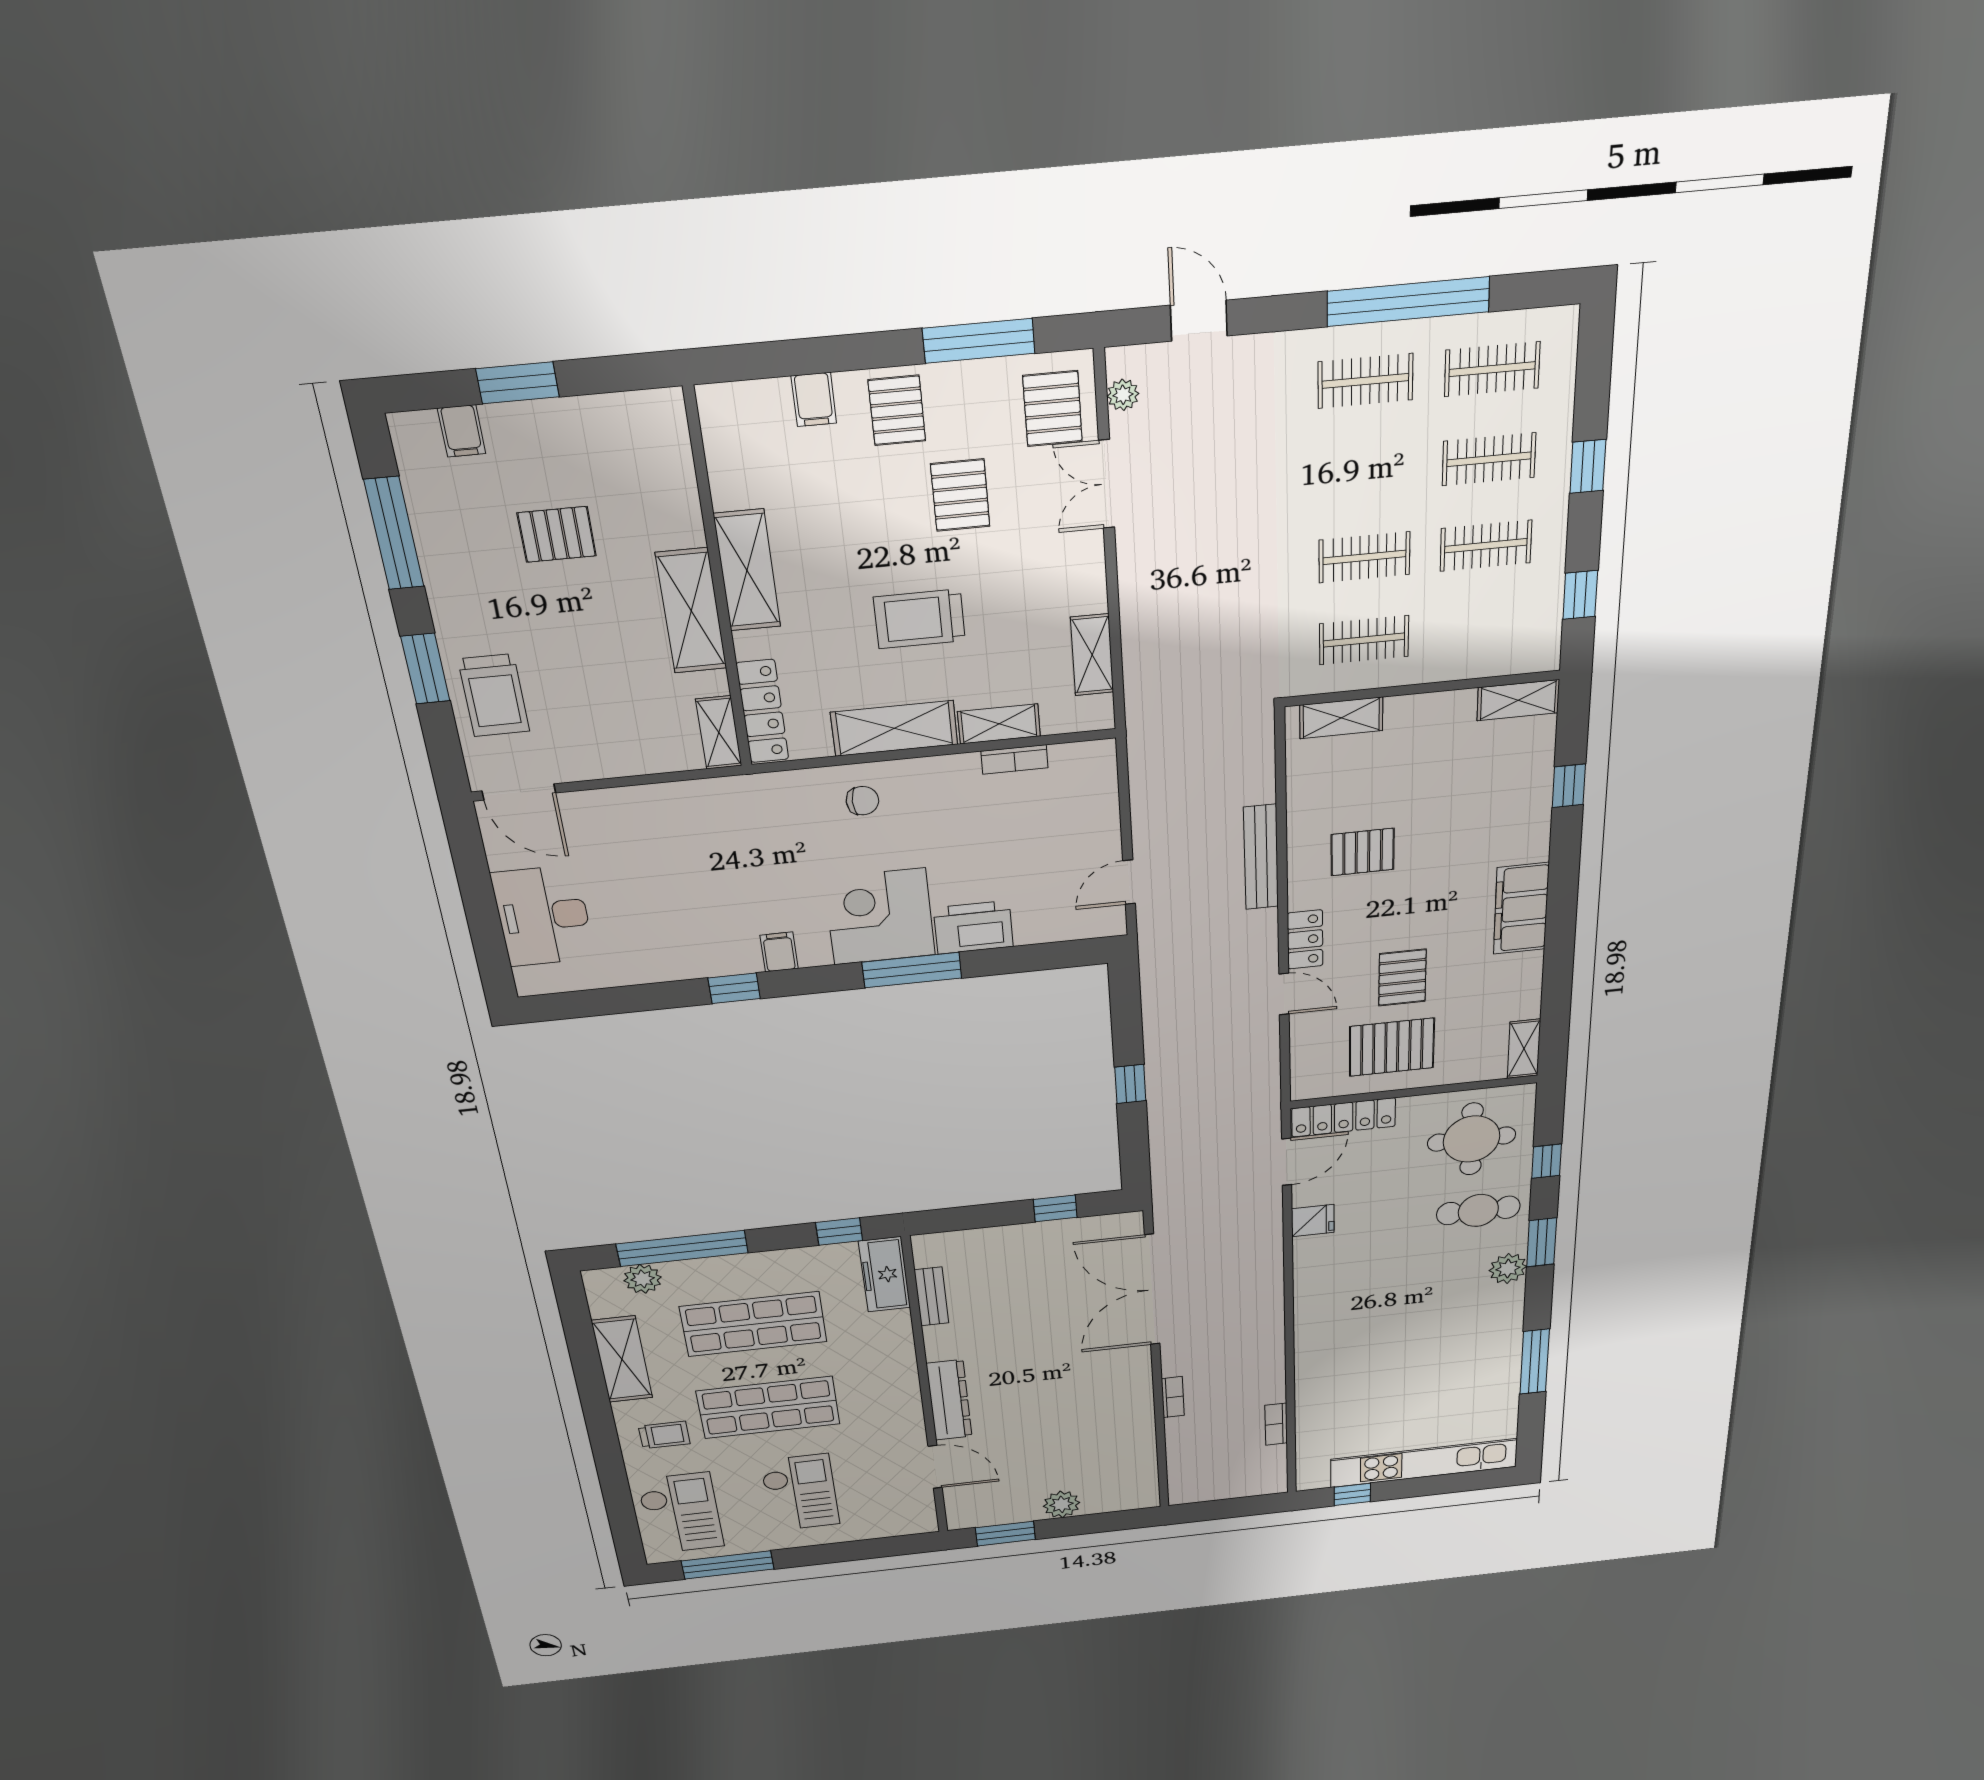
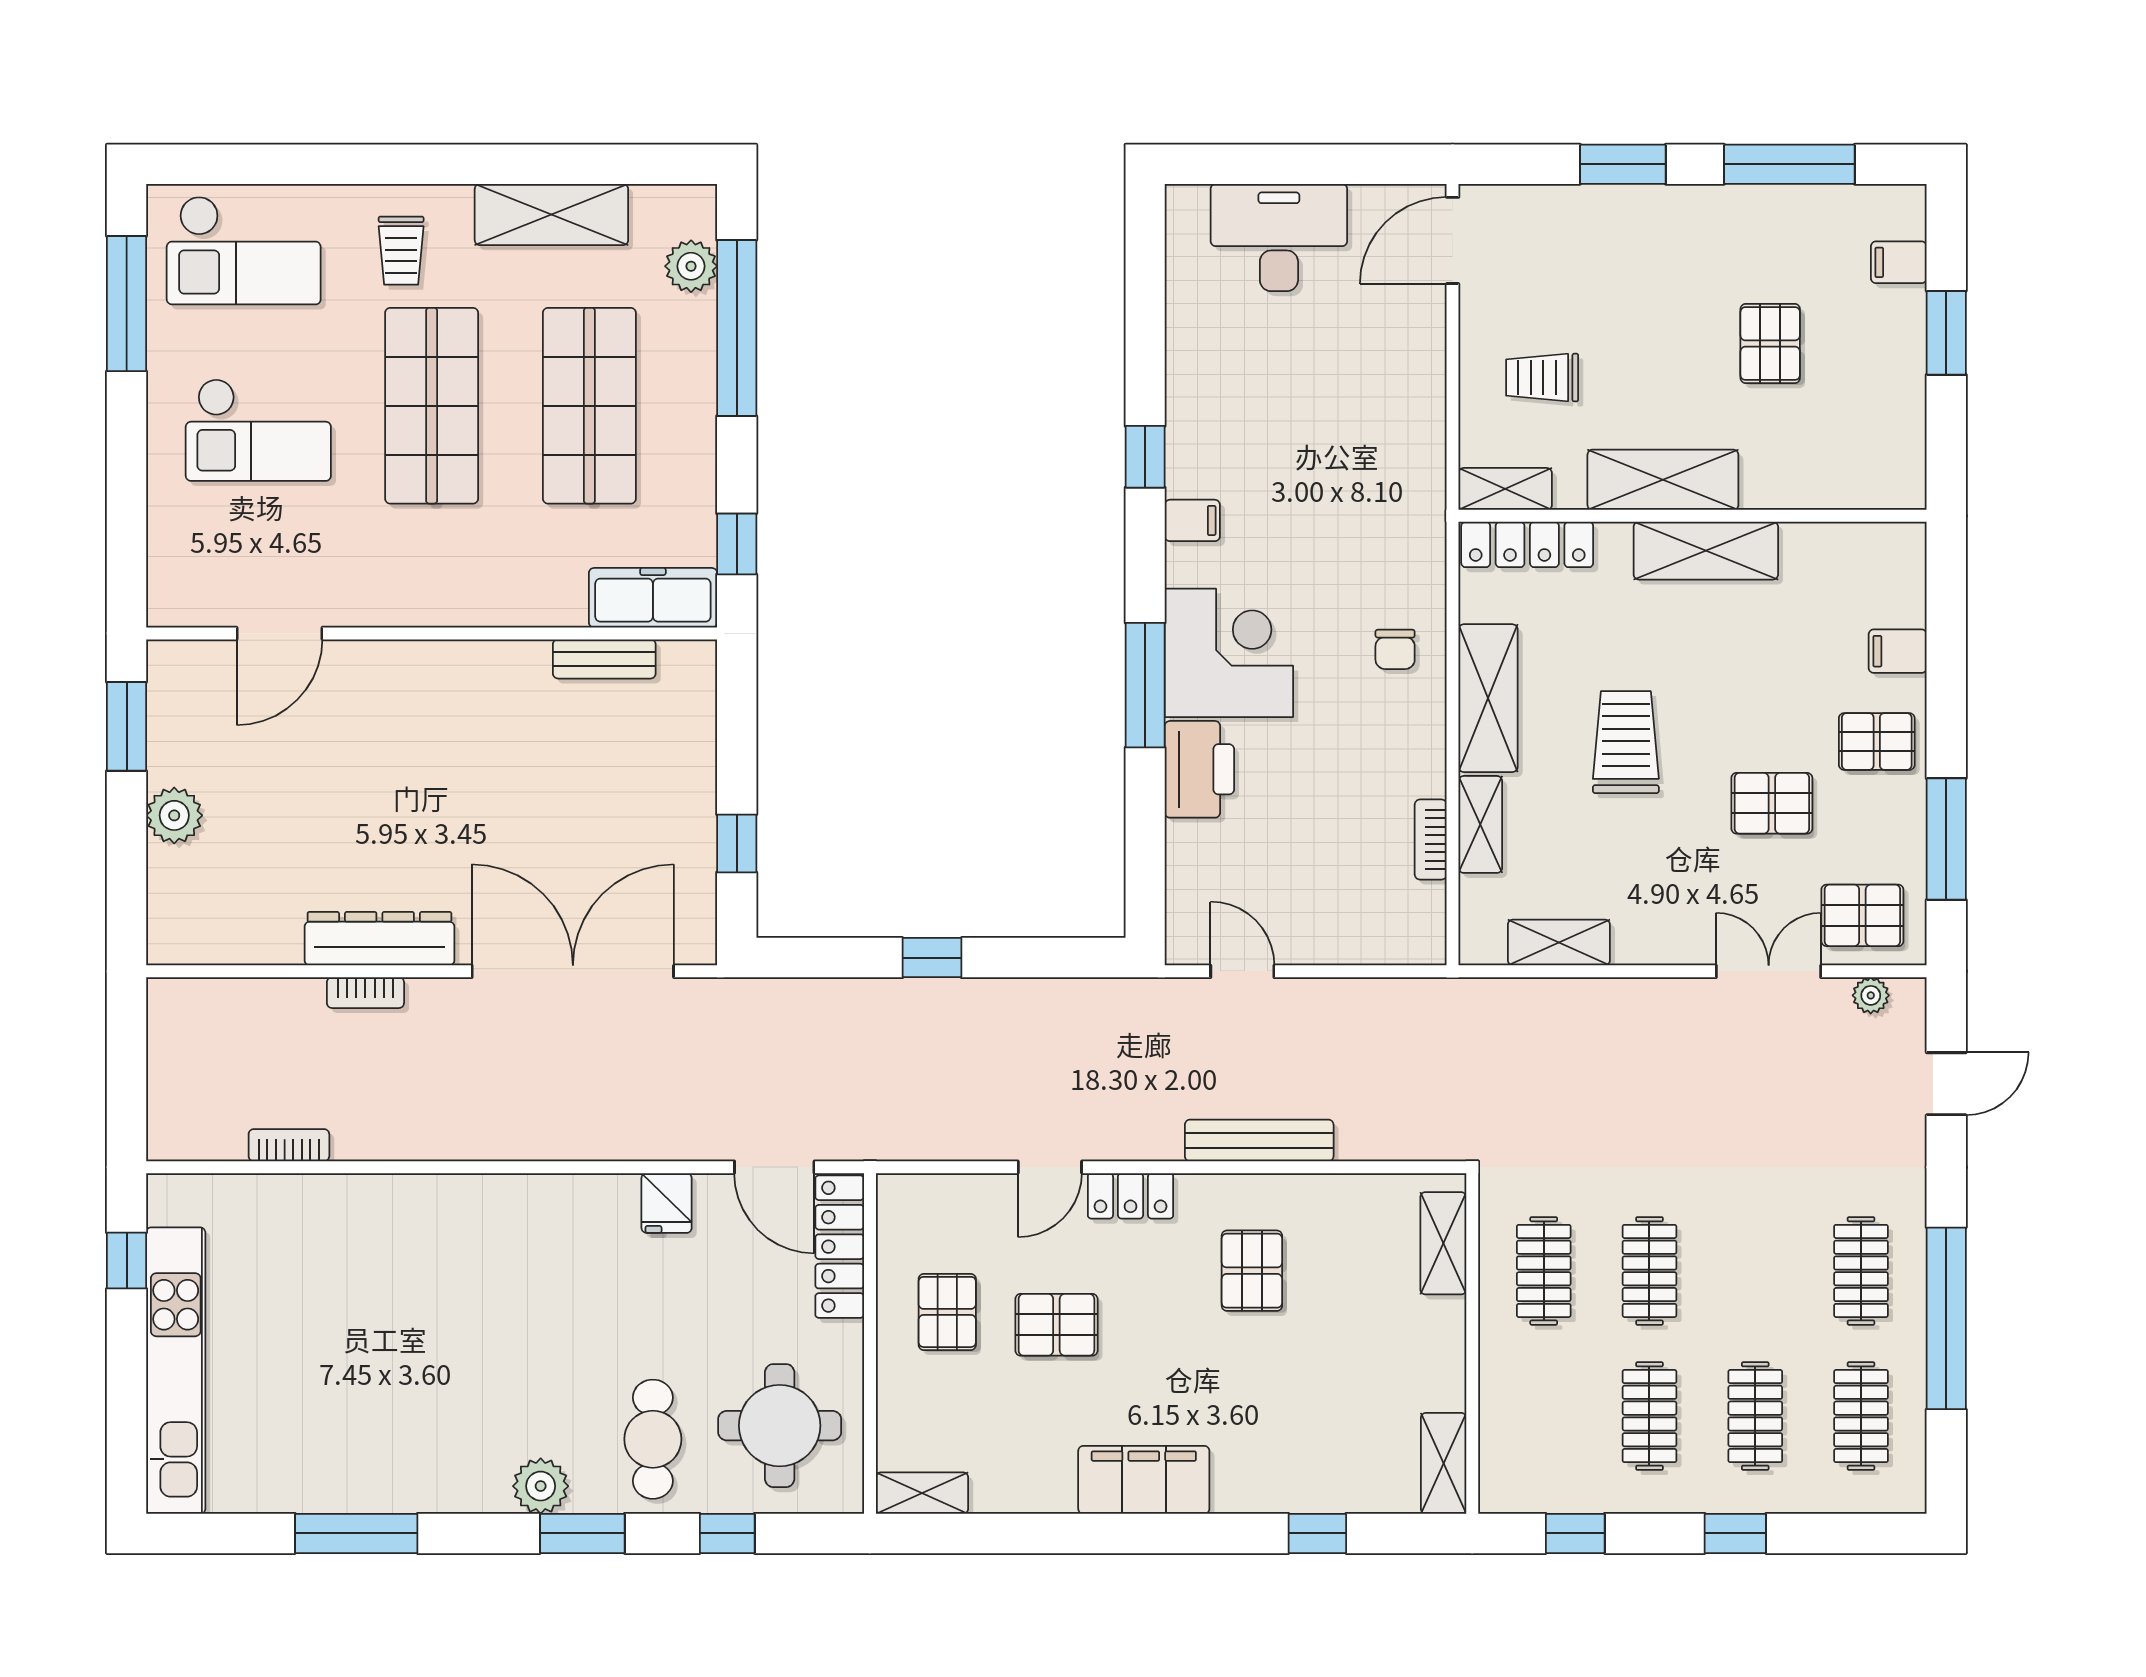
trolley: (494, 695) -> (1542, 378), moved, width x0.73, depth x0.72
pallet: (1392, 1047) -> (947, 1312), width x0.67, depth x0.71
dresser: (949, 1400) -> (379, 939), moved, turned 180

